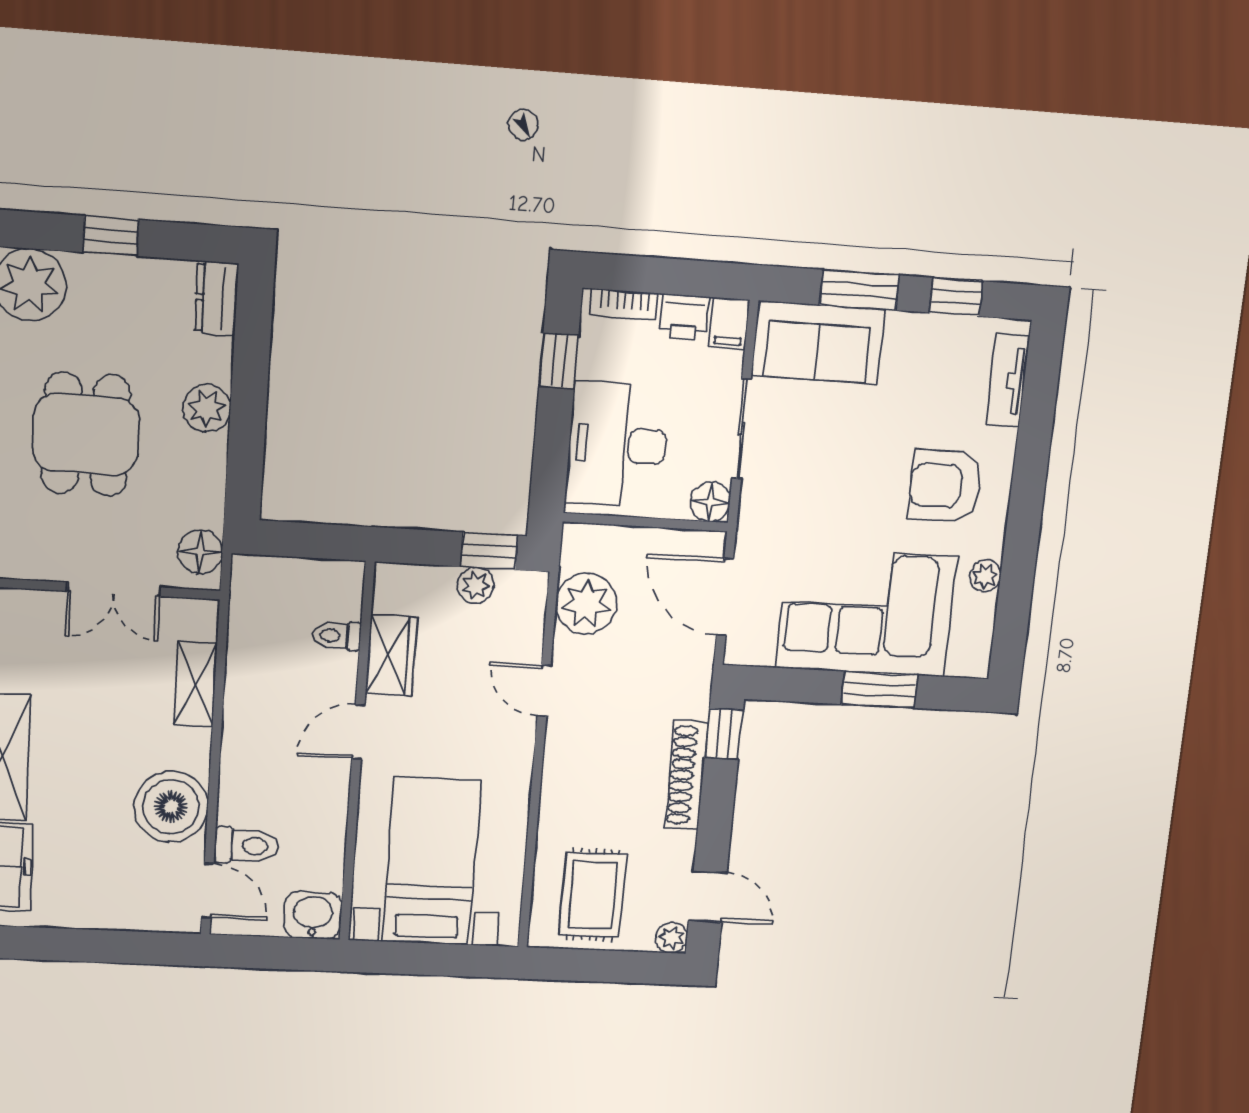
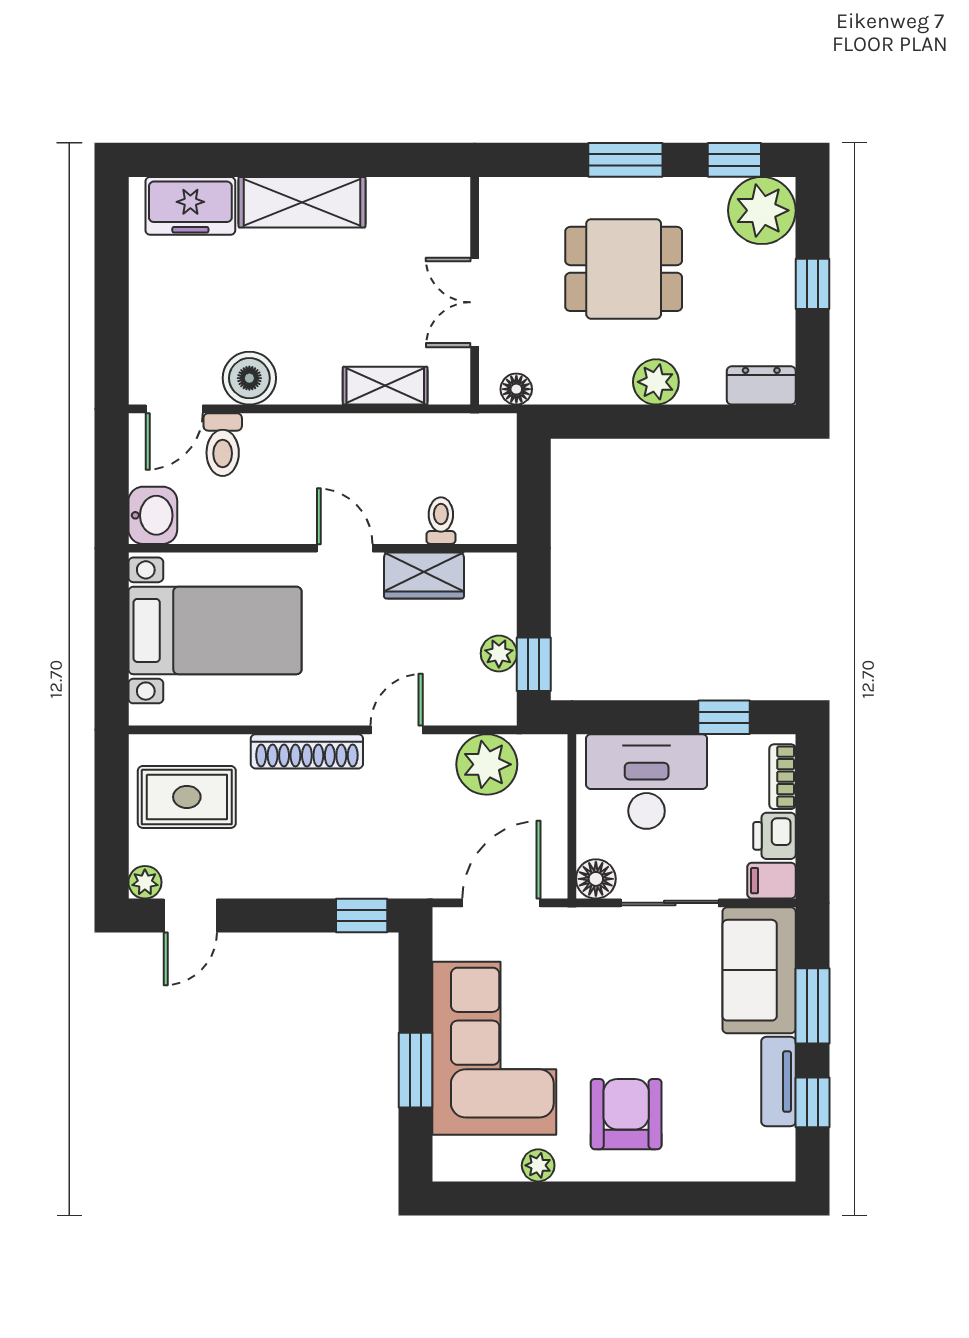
tv unit: (1008, 380) -> (778, 1082), moved, turned -90
floor lamp: (200, 552) -> (516, 389), width x0.73, depth x0.73
shoe rack: (686, 775) -> (307, 751), moved, turned 180
boiler: (171, 807) -> (249, 378), width x0.73, depth x0.73

